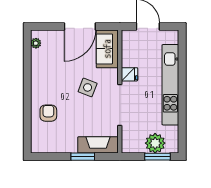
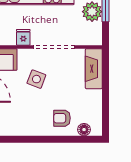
floor lamp: (37, 135) -> (84, 130), added
window: (83, 157) -> (105, 84), removed

